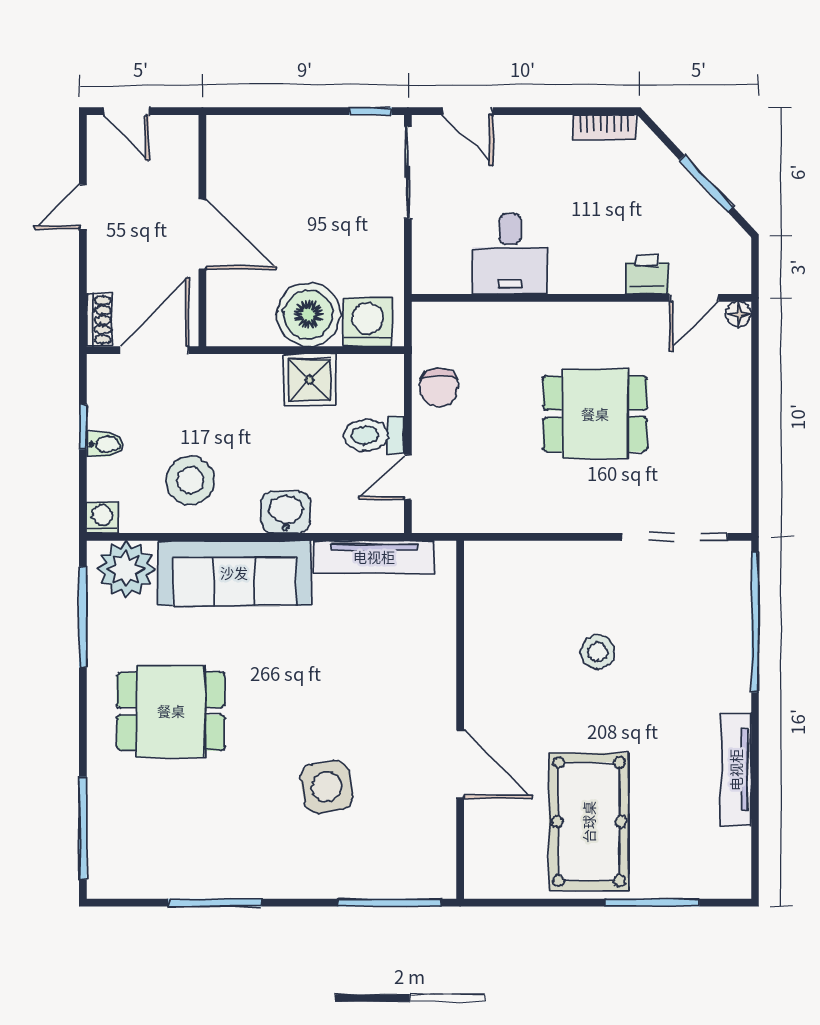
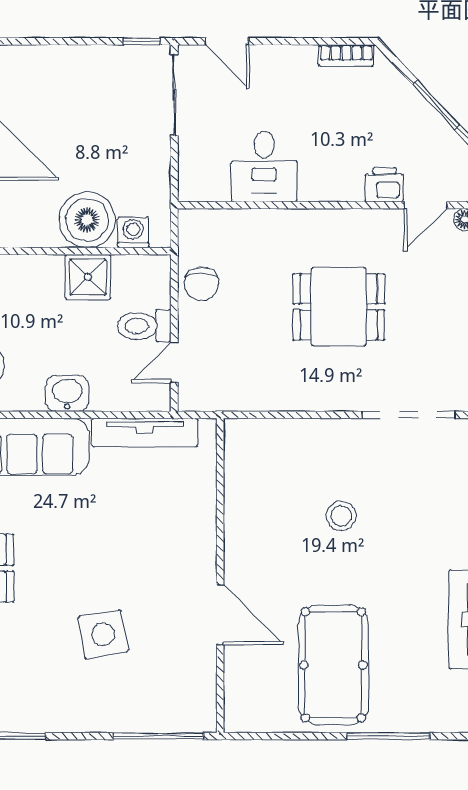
washing machine: (368, 322) -> (133, 232), width x0.73, depth x0.73

